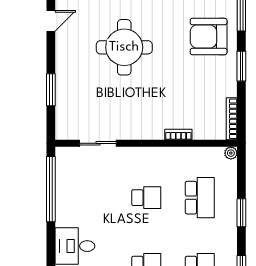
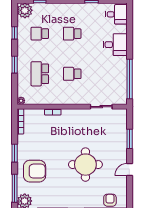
door: (51, 21) -> (130, 170), moved

